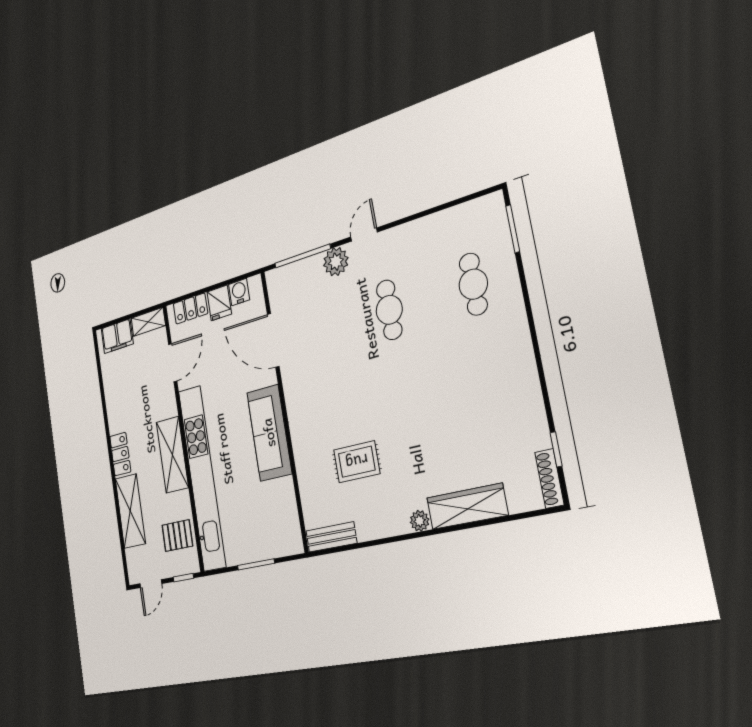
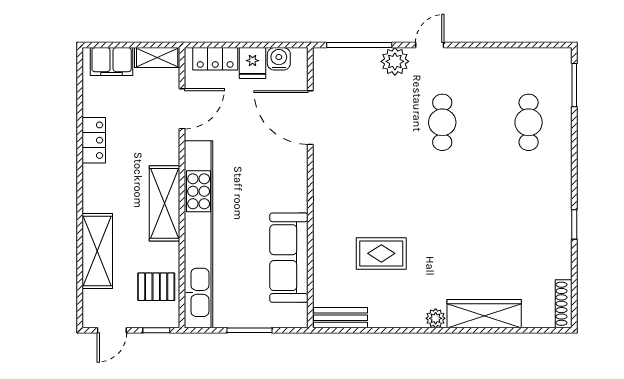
sofa: (269, 433) -> (289, 258), moved
window: (556, 449) -> (574, 224), moved
locker: (120, 454) -> (94, 140), moved

